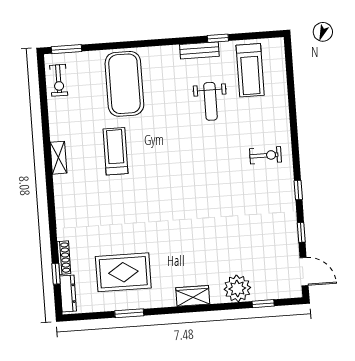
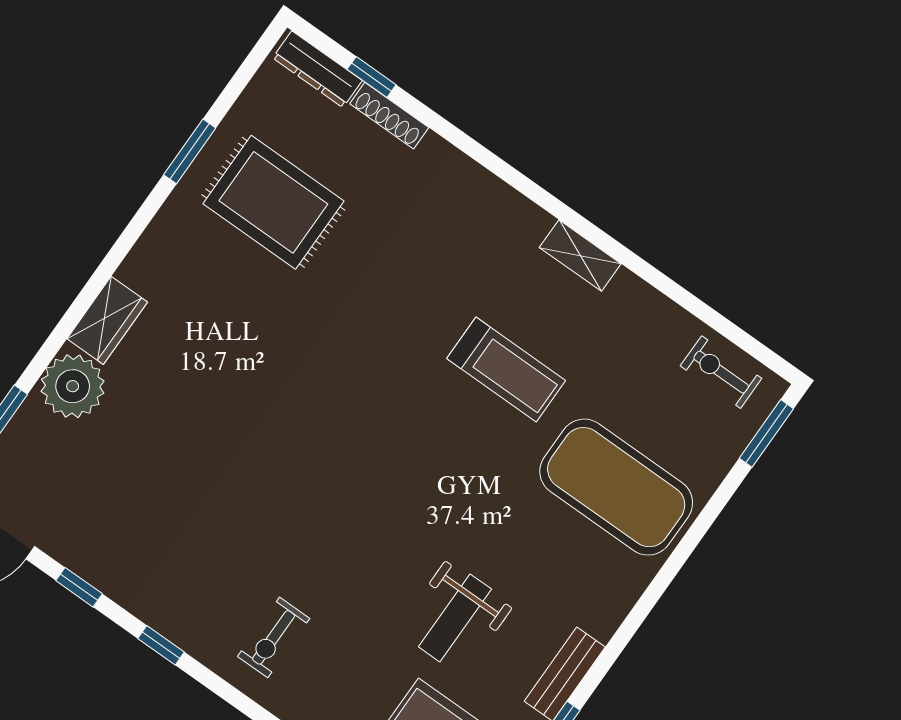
weight bench: (210, 101) -> (455, 618), turned -90
rug: (123, 272) -> (273, 202), turned 90
wardrobe: (193, 296) -> (107, 320), moved

